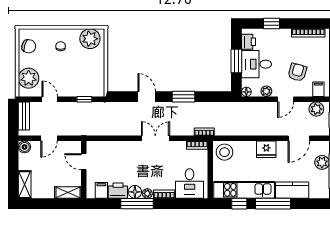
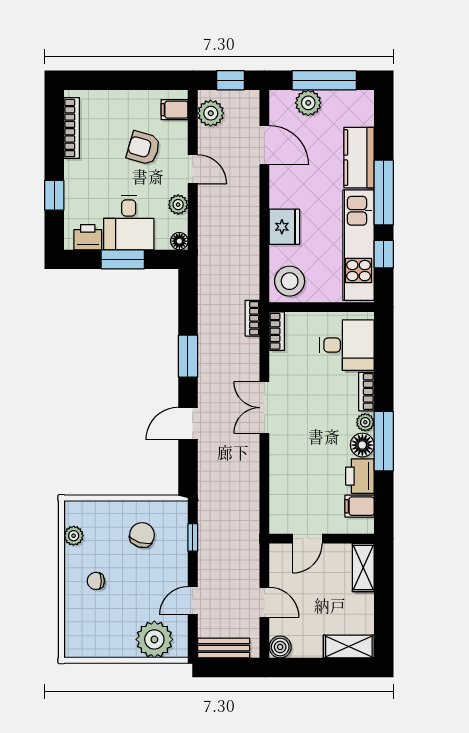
plant: (90, 39) -> (74, 536), width x0.53, depth x0.53
chair: (29, 46) -> (142, 535), moved
fridge: (266, 149) -> (284, 227), moved

